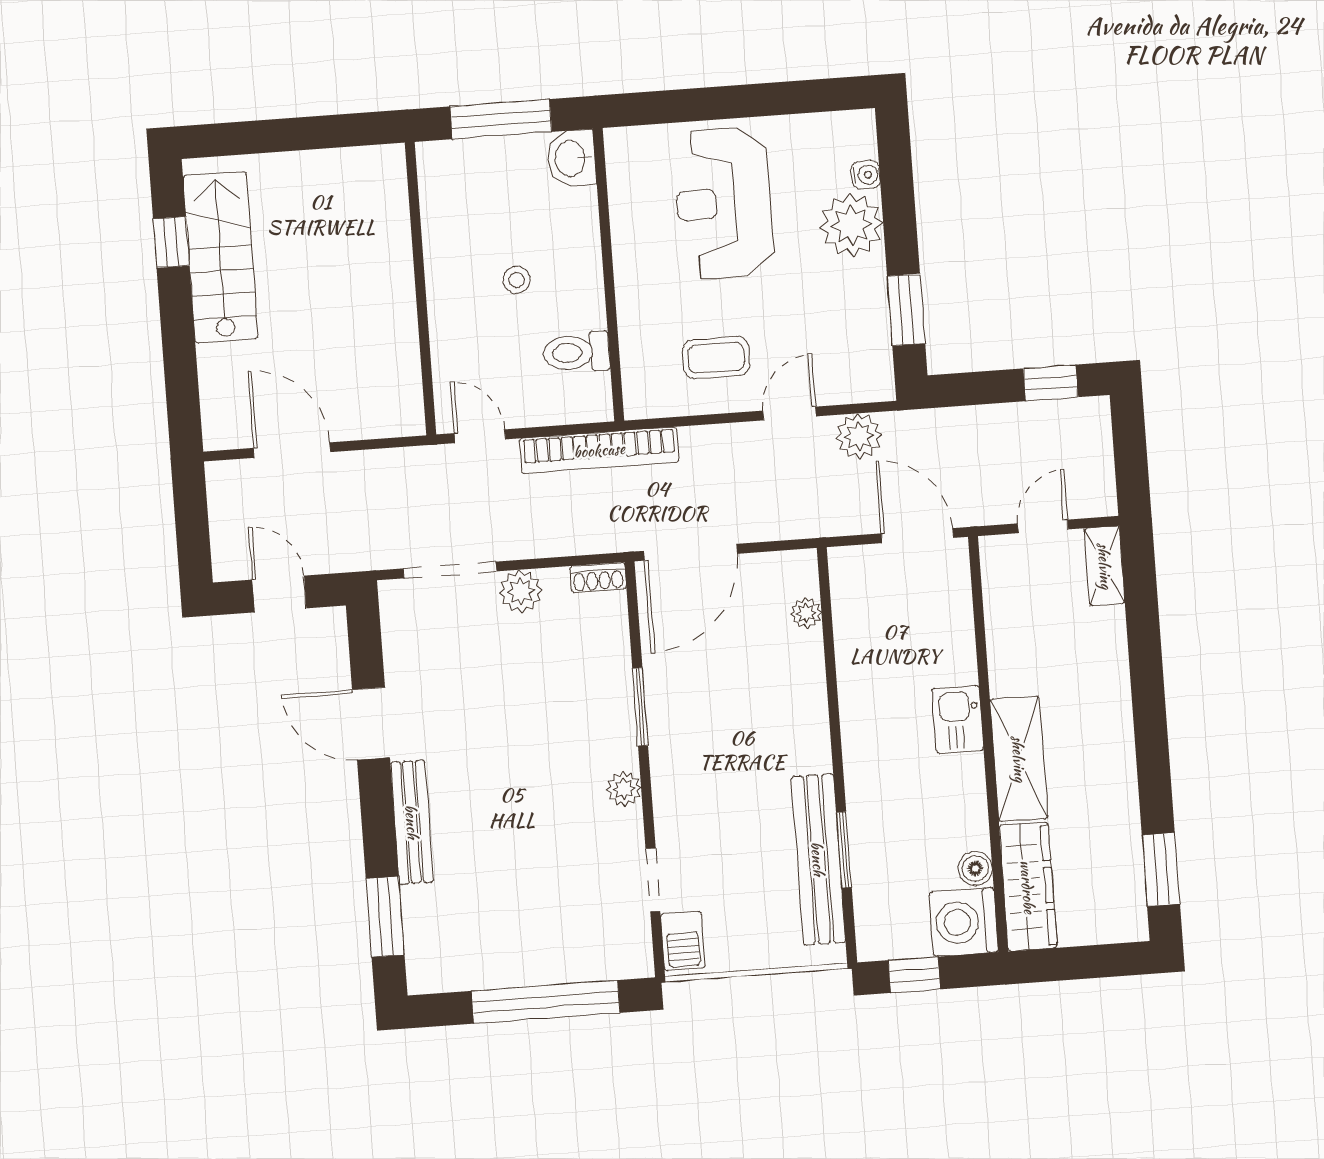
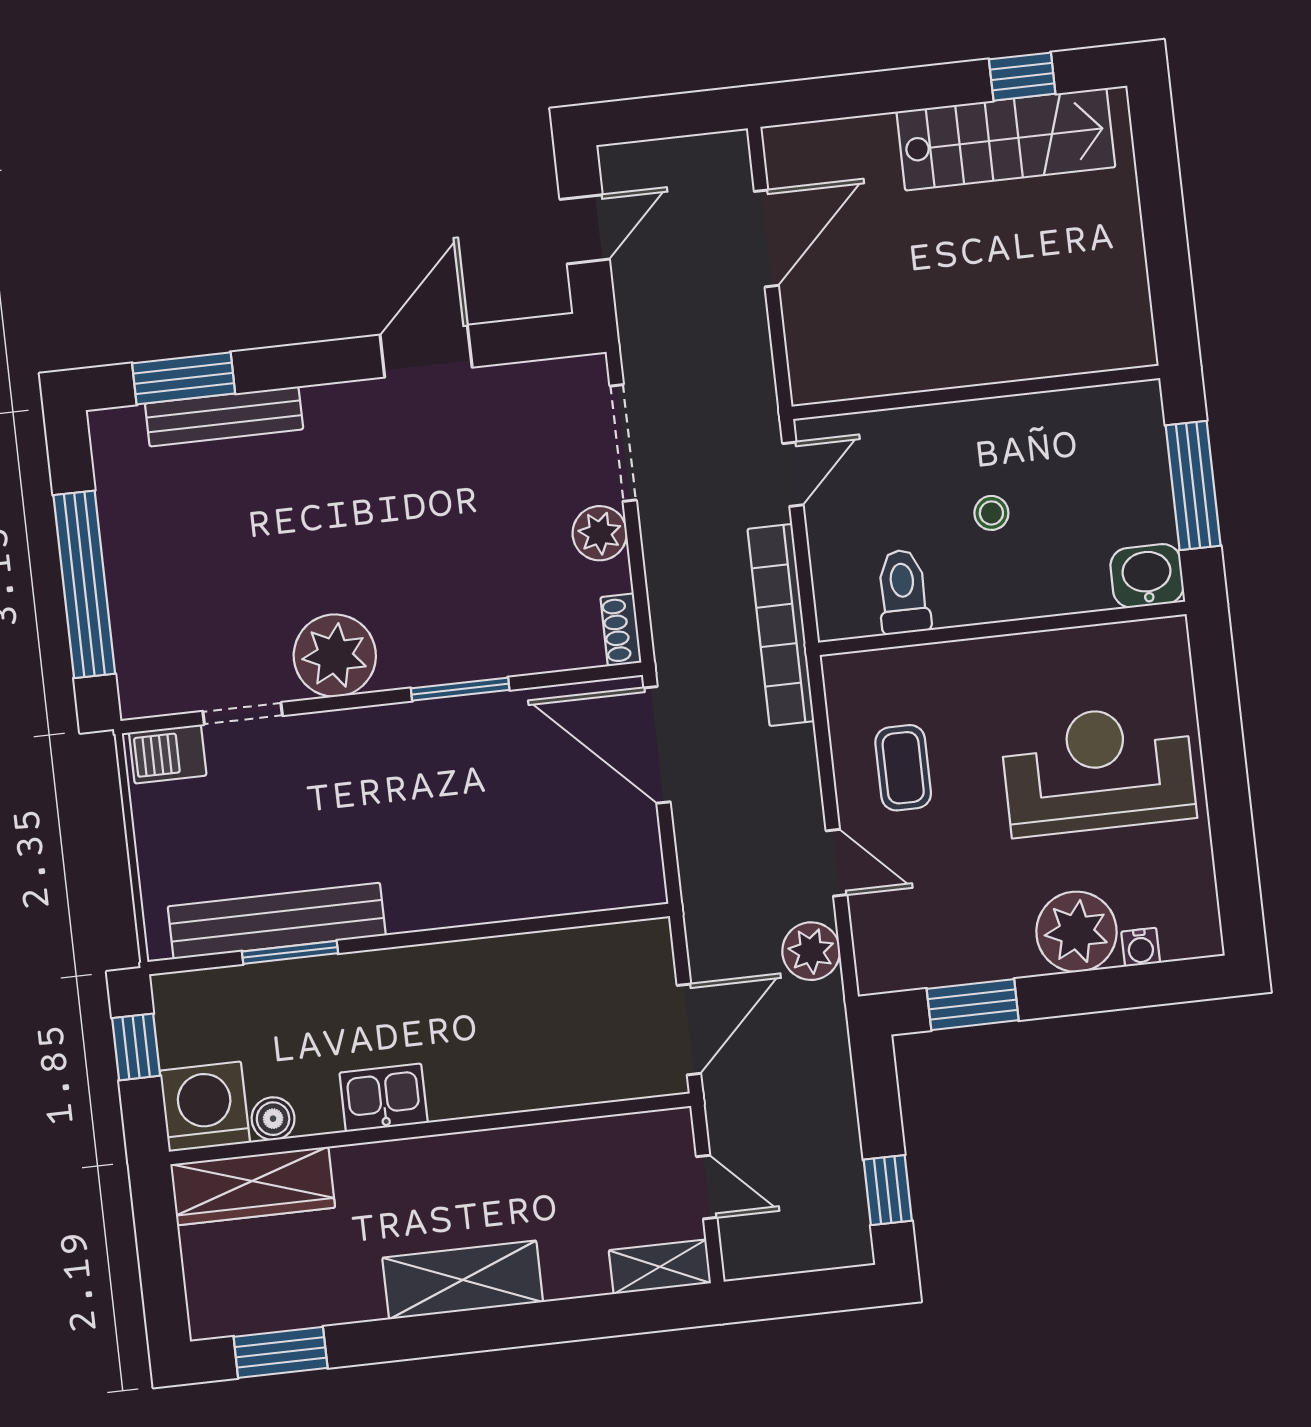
plant: (806, 613) -> (586, 893), removed
kitchen sink: (958, 720) -> (384, 1098), moved
shelving: (1019, 759) -> (463, 1280), moved
plant: (624, 789) -> (335, 656), width x1.87, depth x1.87
bench: (412, 822) -> (224, 416), moved

